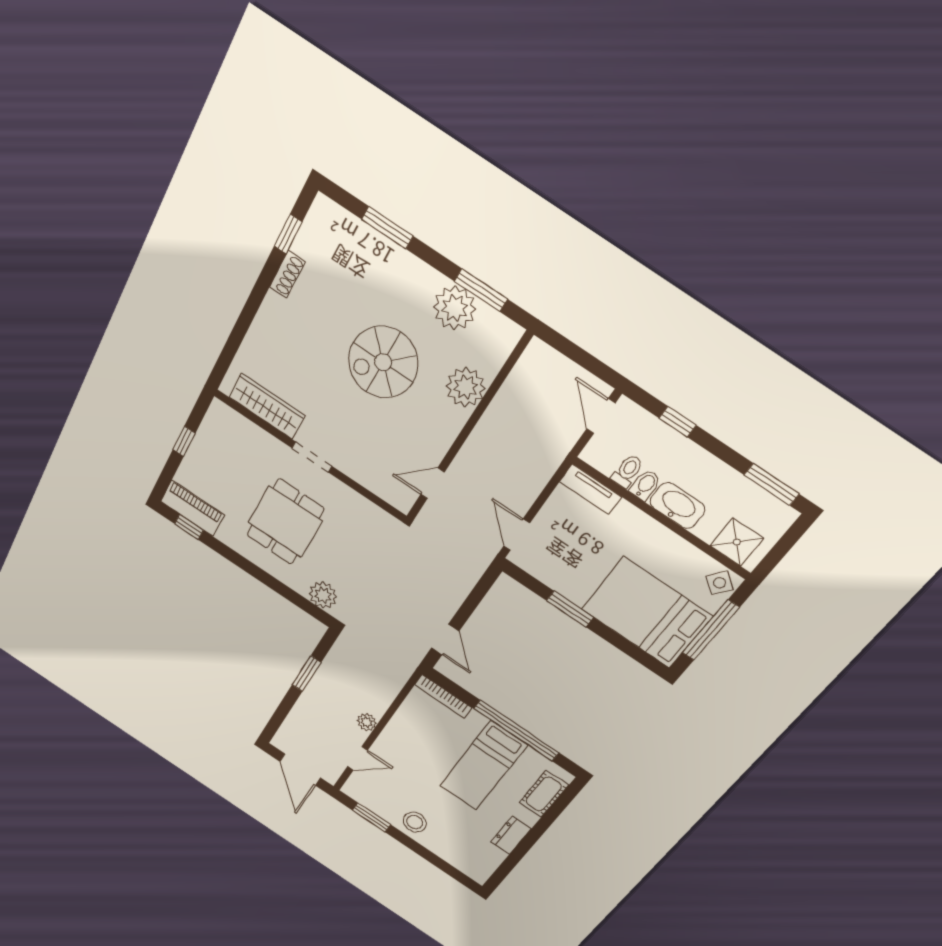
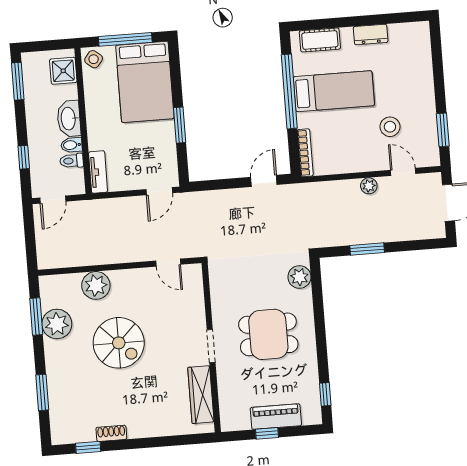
piano: (192, 508) -> (276, 417), moved, turned 90
stool: (415, 822) -> (390, 127), moved

